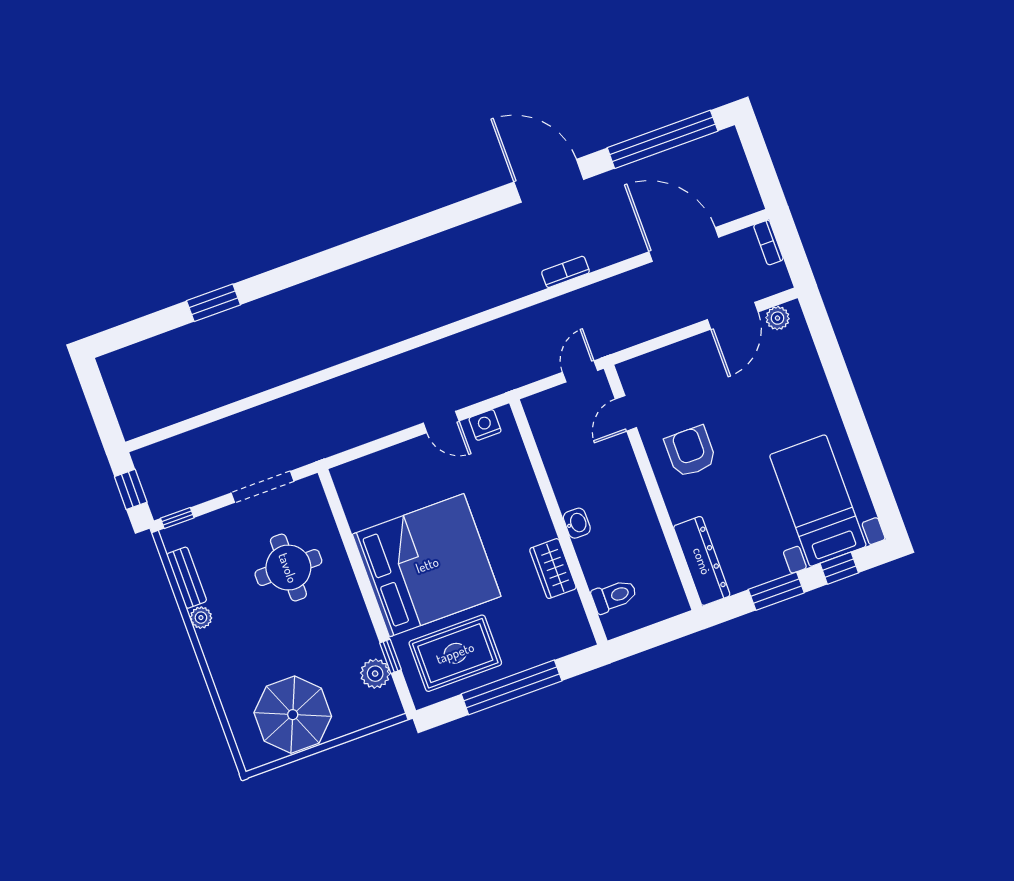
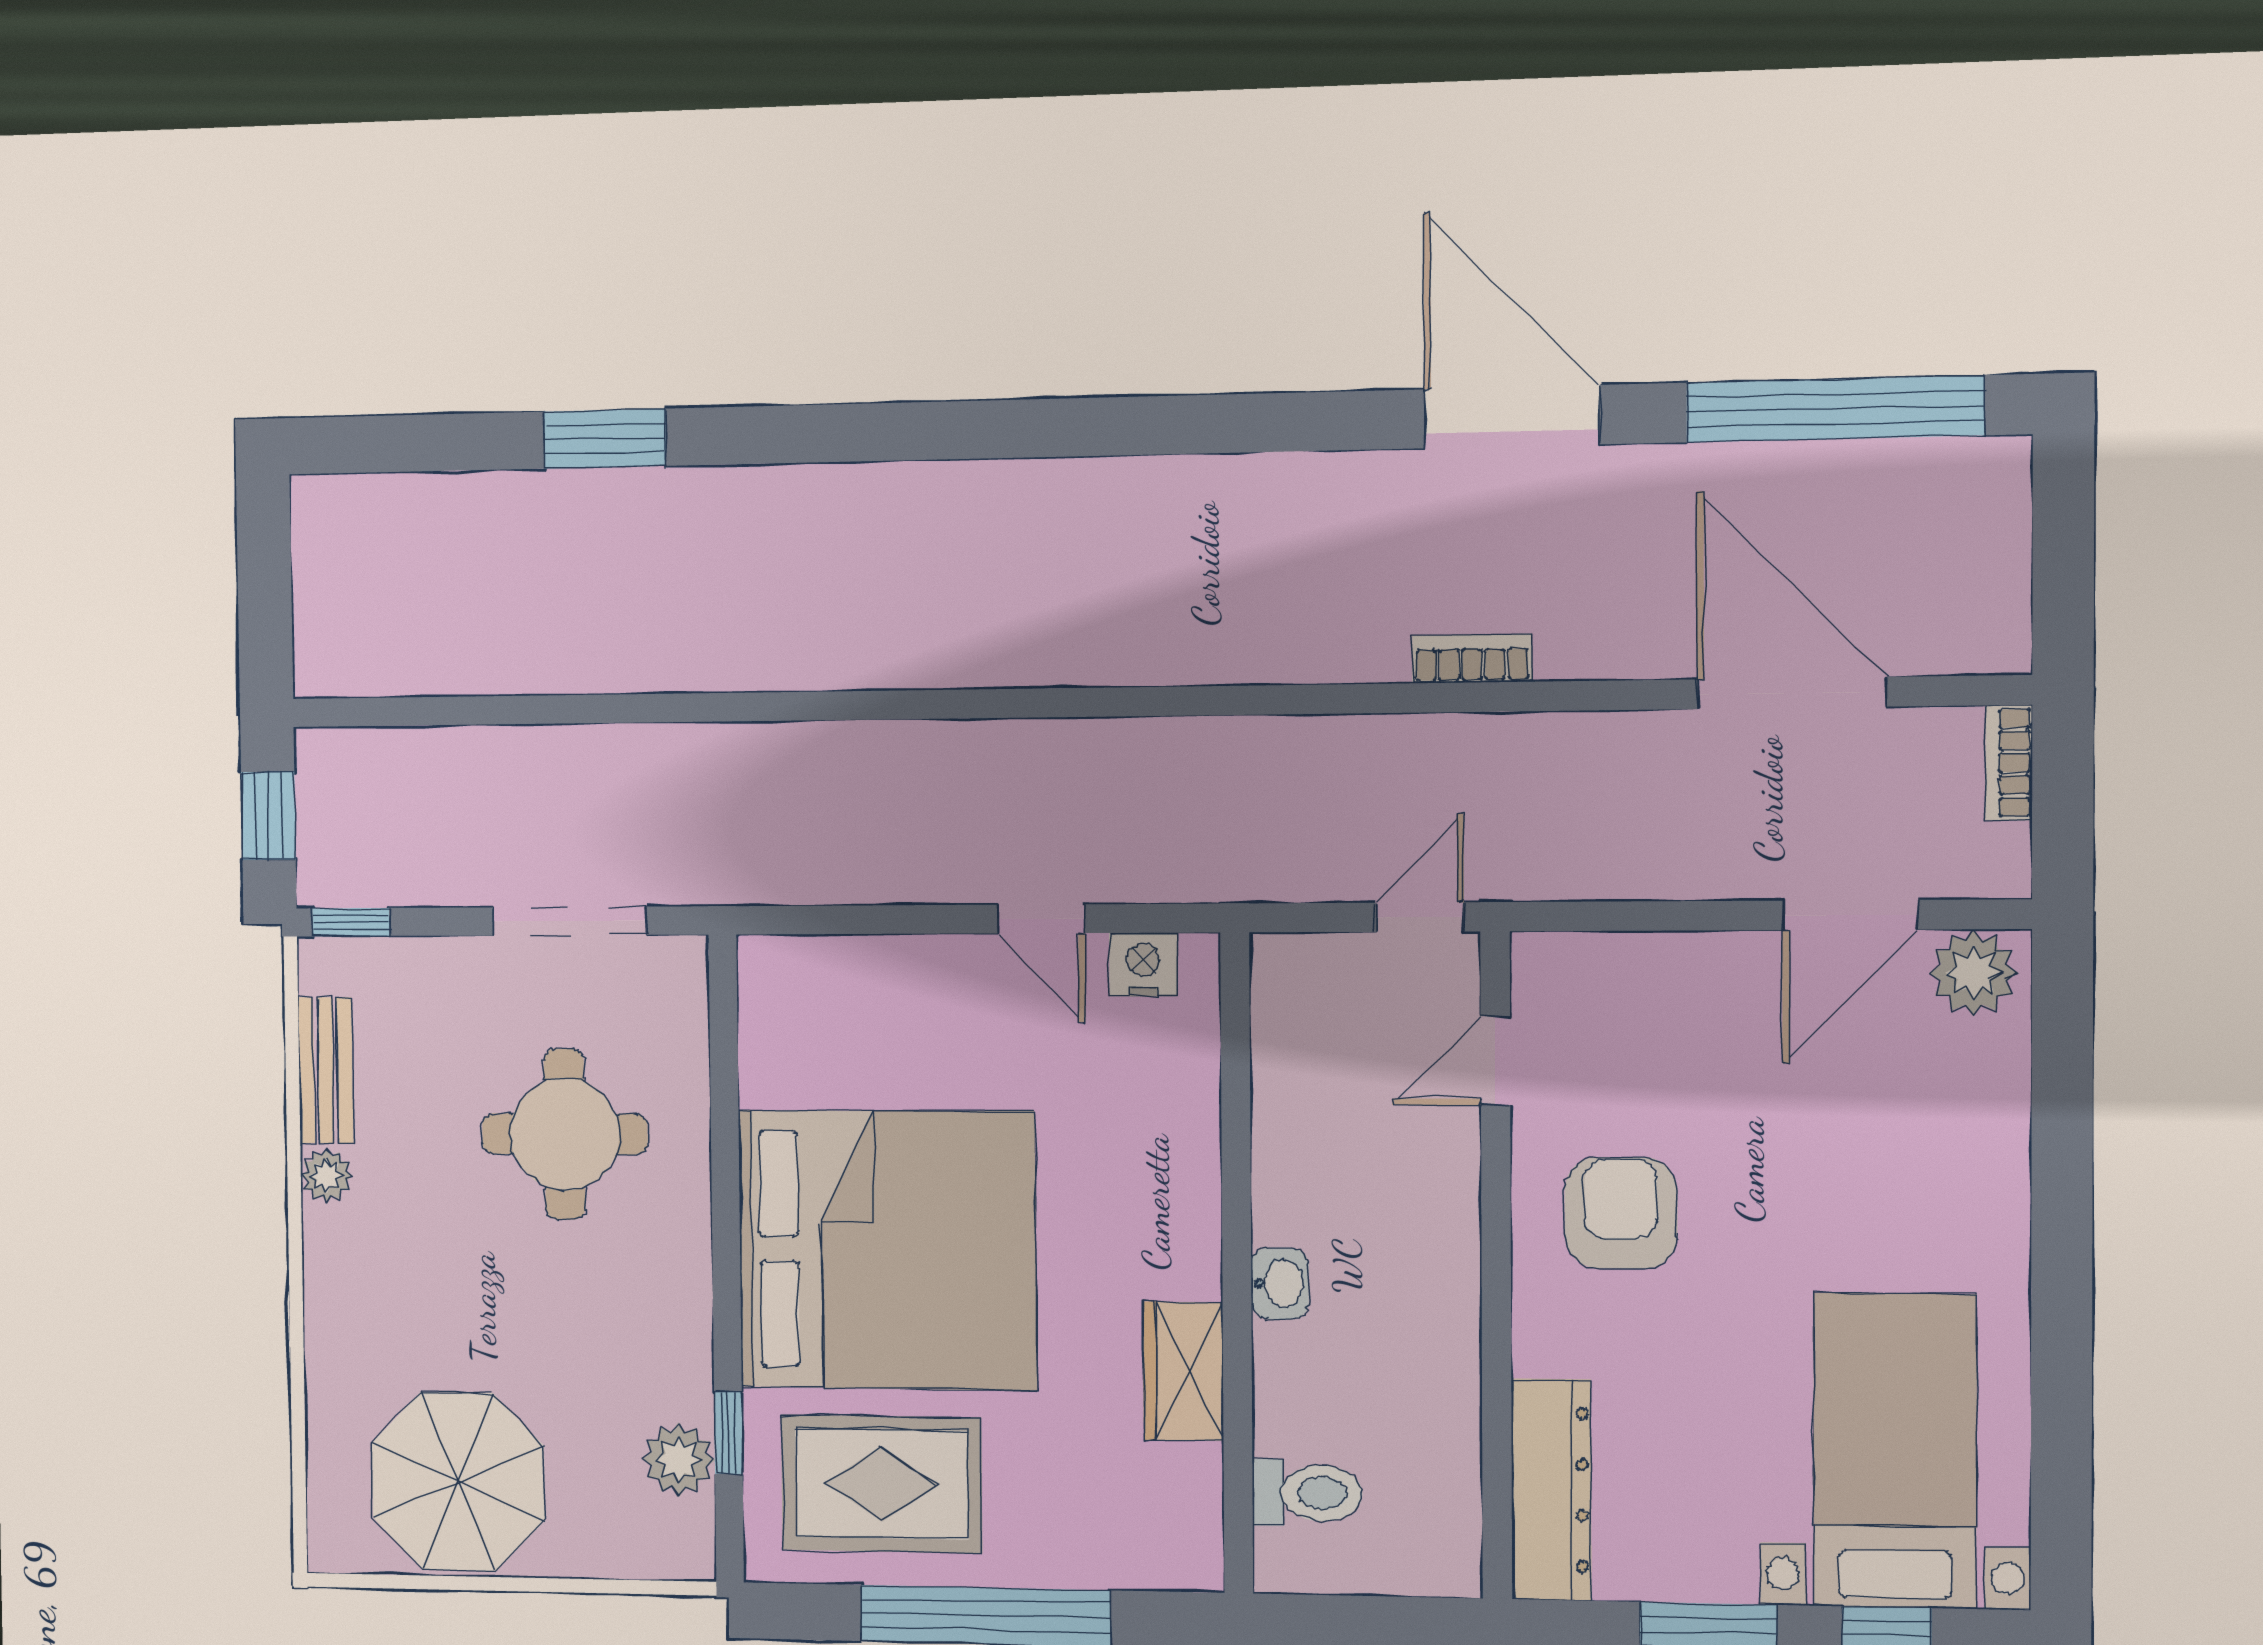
plant: (778, 318) -> (1974, 973), width x1.38, depth x1.38

